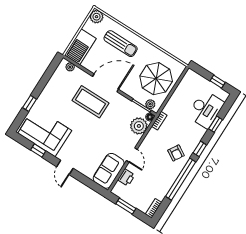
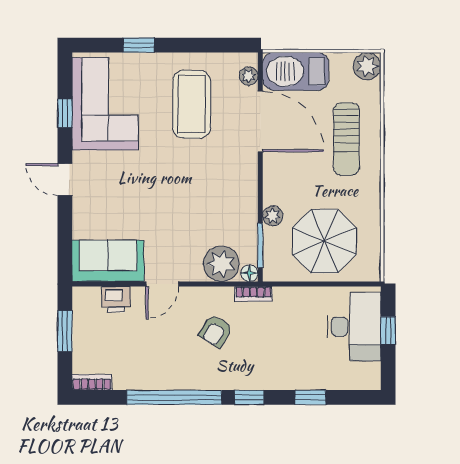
window: (218, 82) -> (388, 331), moved
door: (106, 83) -> (260, 121), moved
coffee table: (90, 102) -> (192, 104), moved
plant: (150, 104) -> (273, 216), moved
desk: (206, 109) -> (354, 326), moved, turned -90
armchair: (176, 153) -> (216, 331), moved
door: (65, 167) -> (65, 180), hinge flipped

